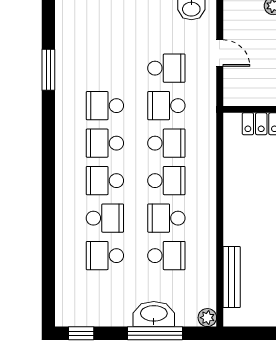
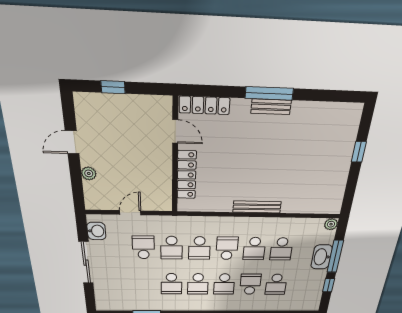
school desk: (166, 143) -> (199, 248), turned 180
school desk: (166, 256) -> (281, 249), turned 180
bench: (232, 277) -> (257, 207), moved
window: (81, 333) -> (329, 285), moved

